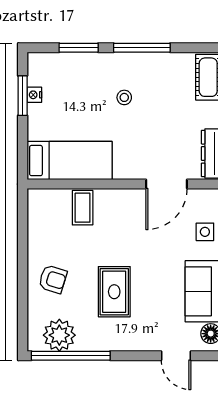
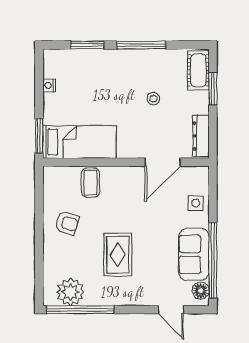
window: (23, 96) -> (39, 136), moved
stool: (124, 97) -> (153, 99), moved
armchair: (53, 279) -> (67, 223), moved

